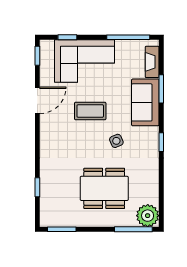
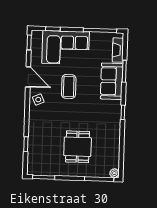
door: (37, 100) -> (28, 77), hinge flipped
coffee table: (90, 111) -> (69, 86), turned 90
side table: (116, 141) -> (38, 100), moved
dining table: (104, 188) -> (78, 147), width x0.73
plant: (148, 216) -> (114, 173), width x0.53, depth x0.53

